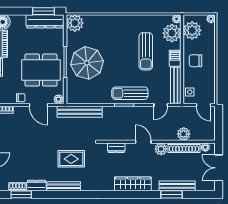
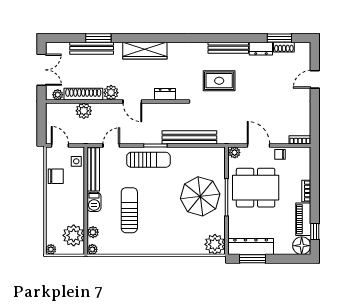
plant: (172, 33) -> (93, 232), width x0.53, depth x0.53
chair: (195, 61) -> (56, 176), moved
bench: (80, 112) -> (189, 137), moved

